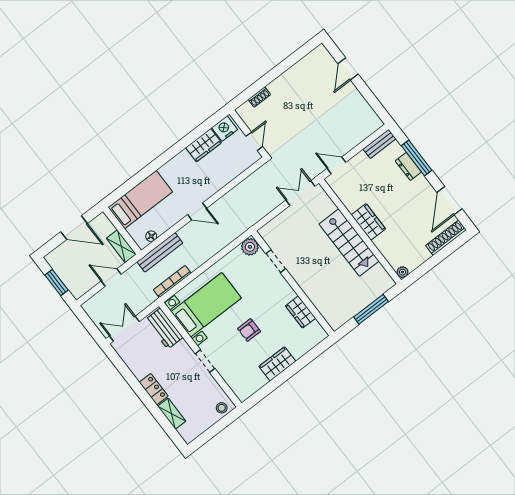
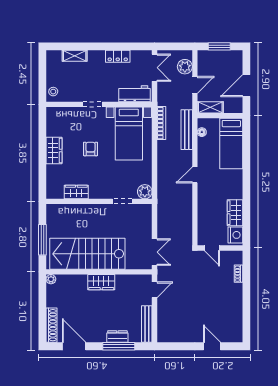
bench: (379, 144) -> (147, 324), width x1.36
stairs: (349, 243) -> (87, 254), width x1.36, depth x1.51
plant: (101, 300) -> (185, 67), added
locker: (154, 389) -> (118, 56), moved

